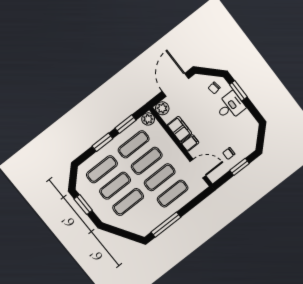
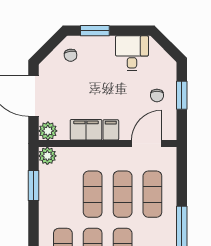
desk: (230, 106) -> (132, 53), moved
window: (102, 142) -> (33, 227), removed
exercise mat: (134, 144) -> (63, 194), removed

